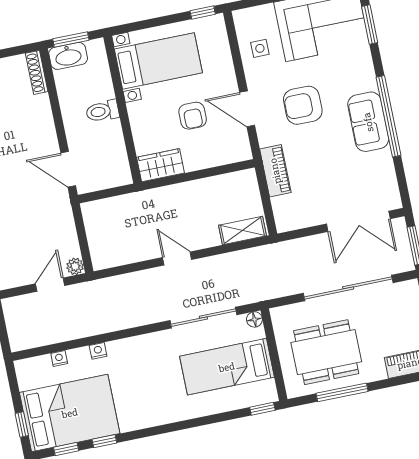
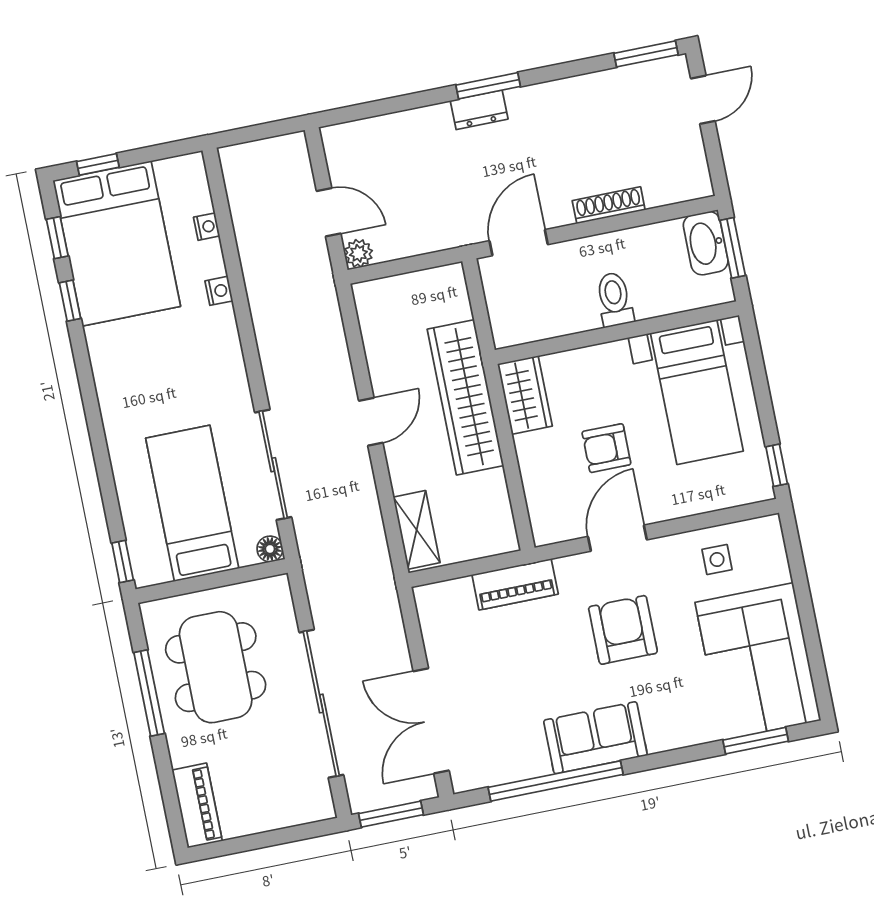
shoe rack: (37, 72) -> (609, 205), moved
window: (388, 116) -> (556, 781), moved
wardrobe: (162, 201) -> (465, 397), added

